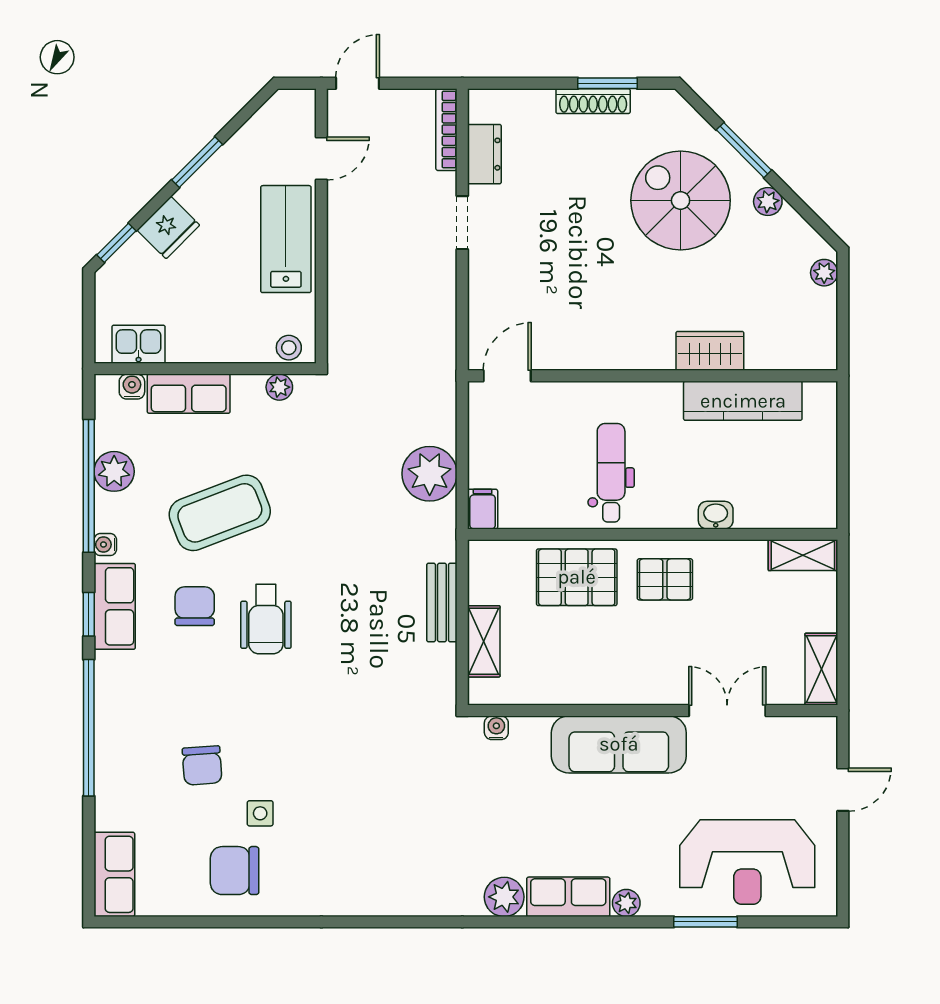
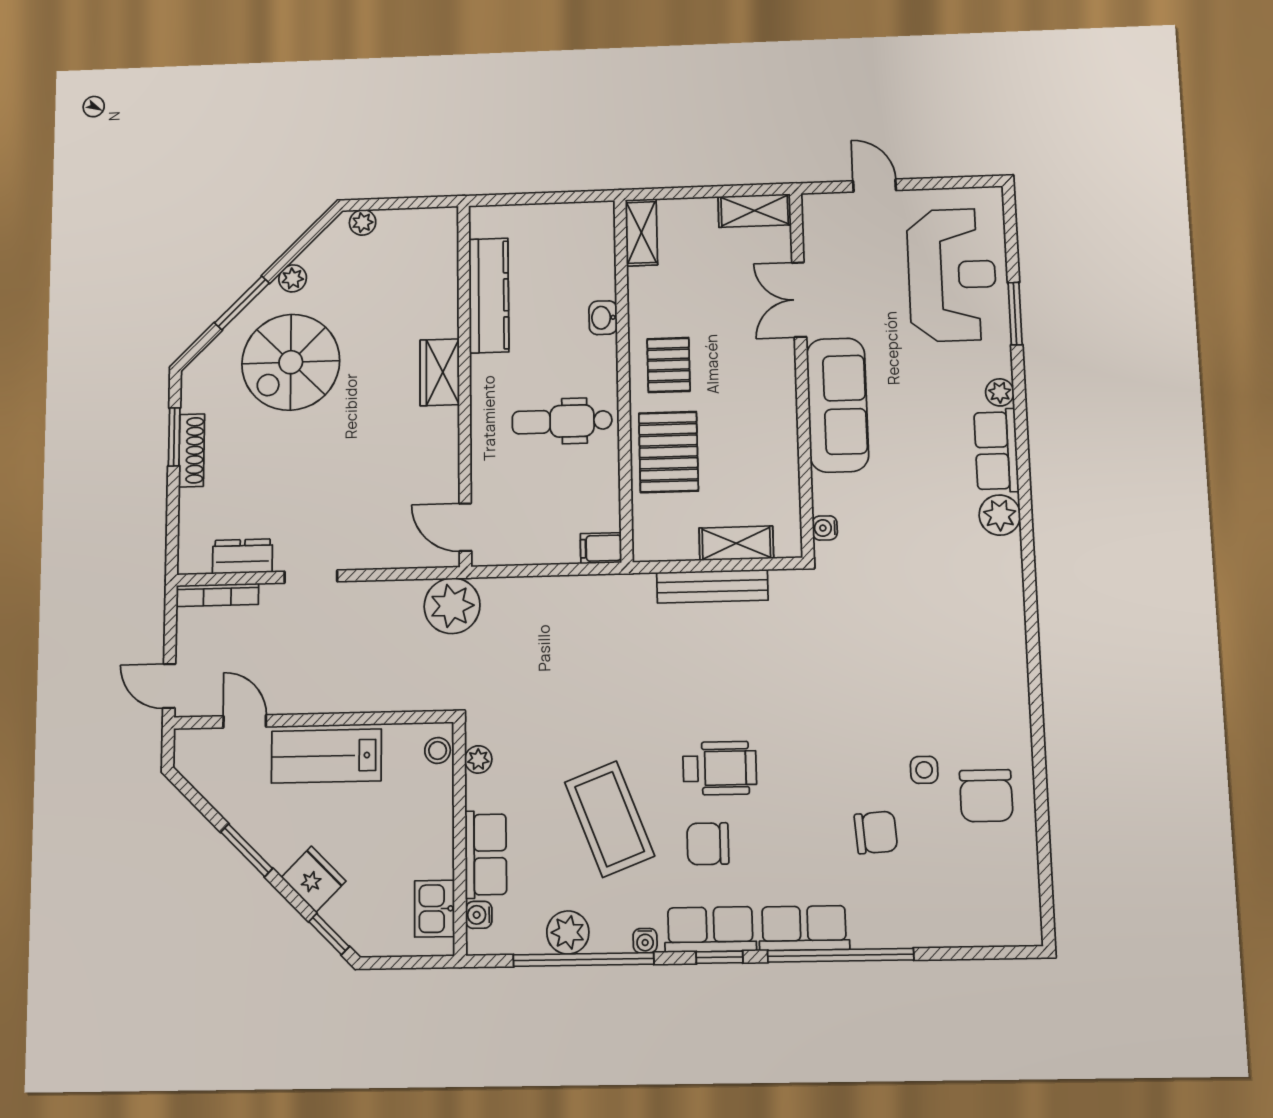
wardrobe: (710, 351) -> (440, 372), moved
plant: (430, 474) -> (452, 606), moved
bench: (442, 603) -> (712, 586), width x1.36
row of seats: (114, 874) -> (804, 928), moved

